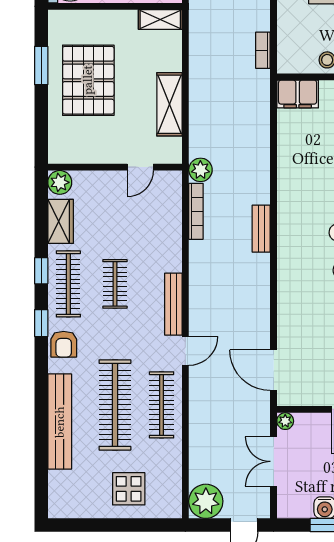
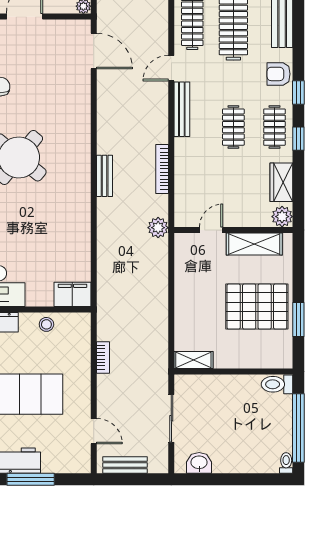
bookcase: (263, 50) -> (103, 357), moved
pallet: (88, 80) -> (257, 307), turned 90
shelving: (169, 104) -> (254, 244), moved, turned 90
bookcase: (196, 211) -> (162, 169), moved
clothes rail: (68, 284) -> (274, 127), width x0.73
armchair: (64, 344) -> (279, 74), turned -90

